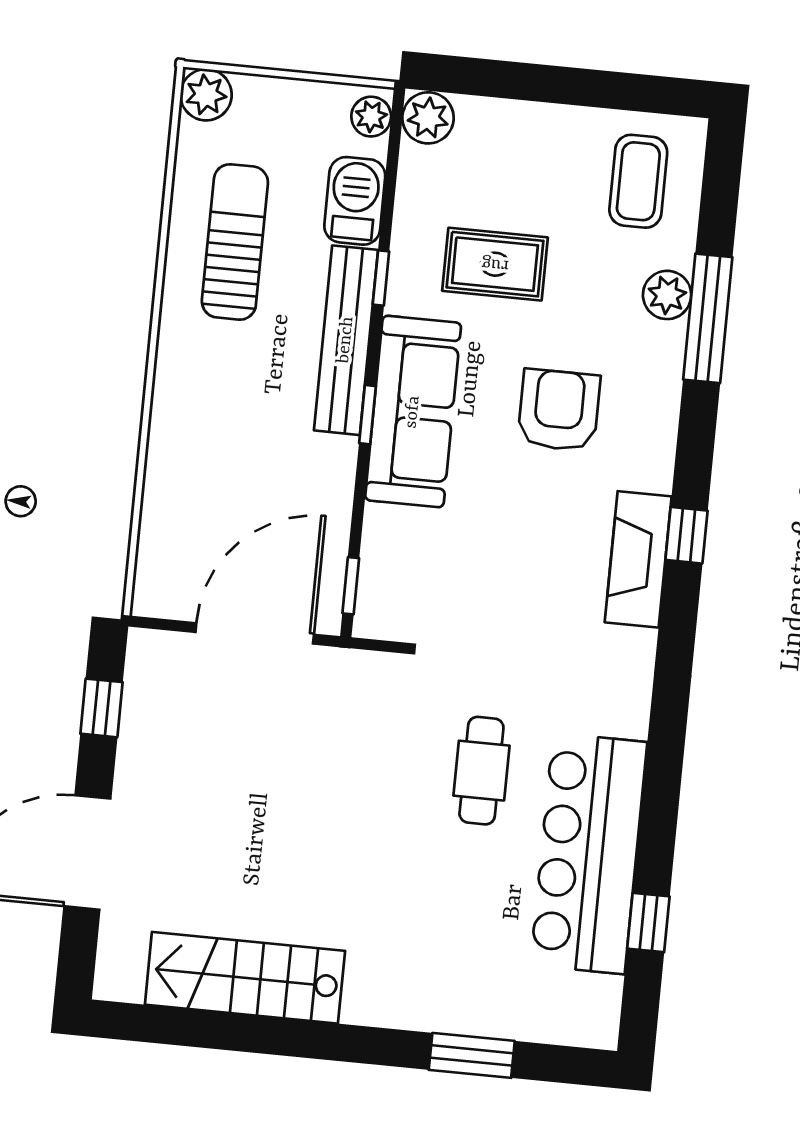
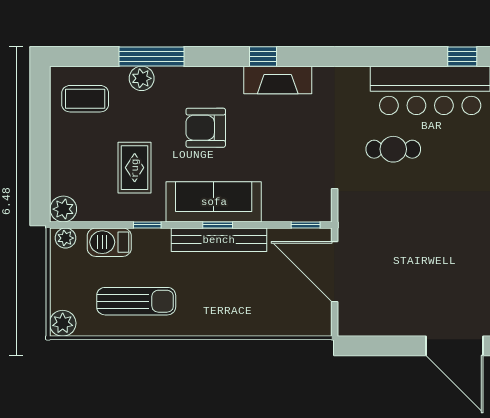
sun lounger: (235, 242) -> (136, 301), turned 180
bench: (346, 340) -> (219, 240), moved
window: (101, 708) -> (380, 346), removed

